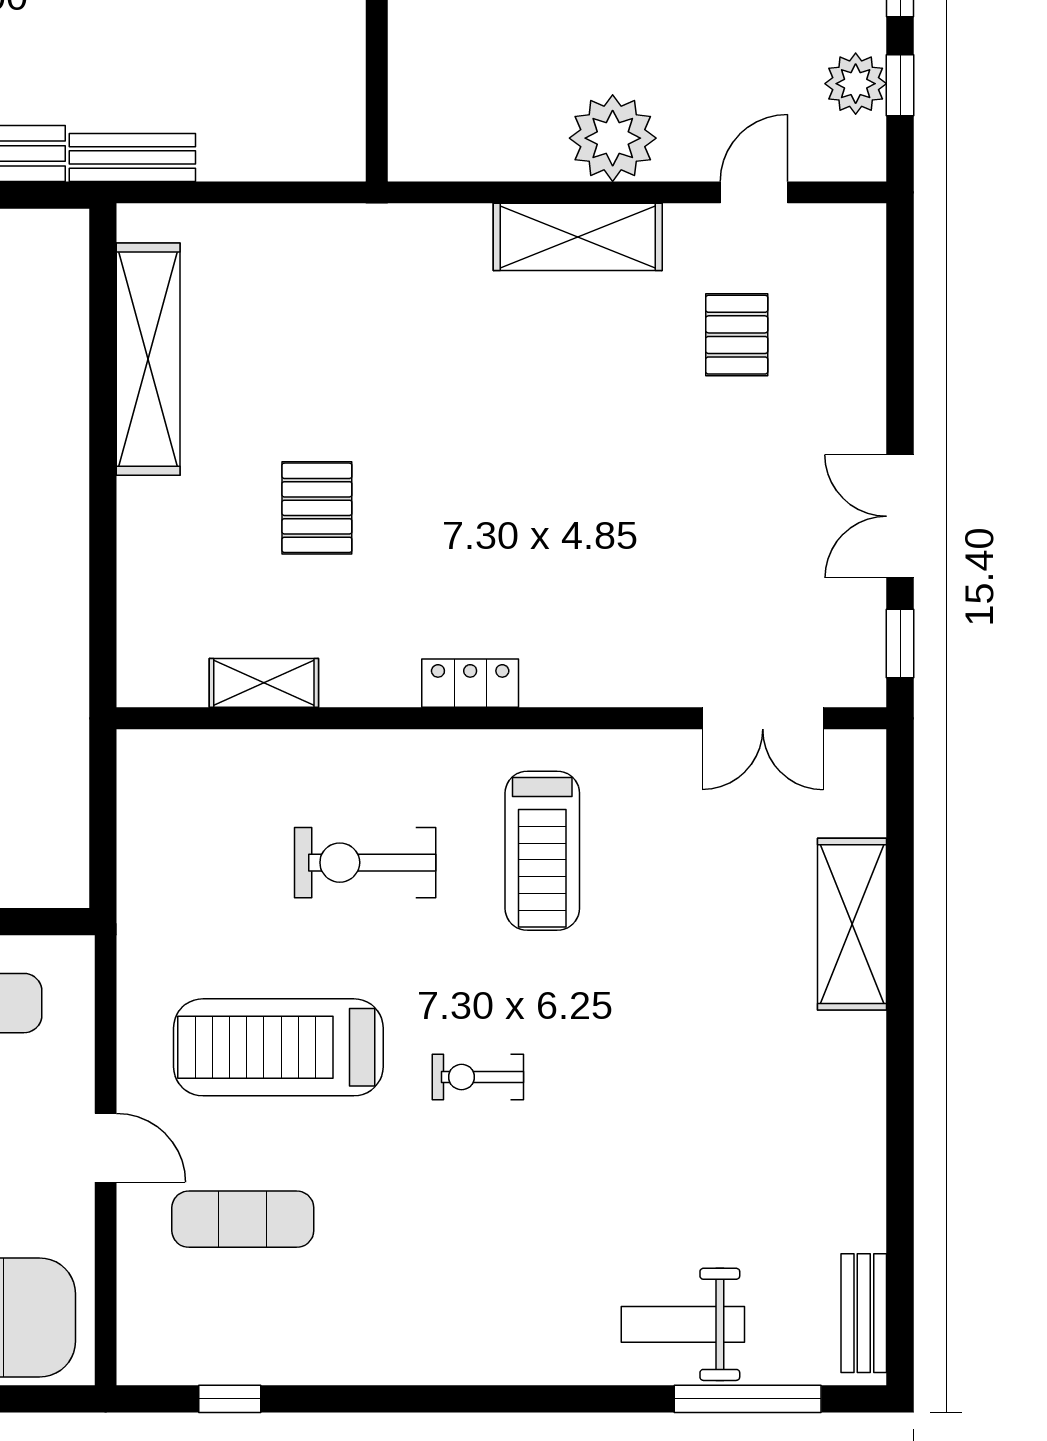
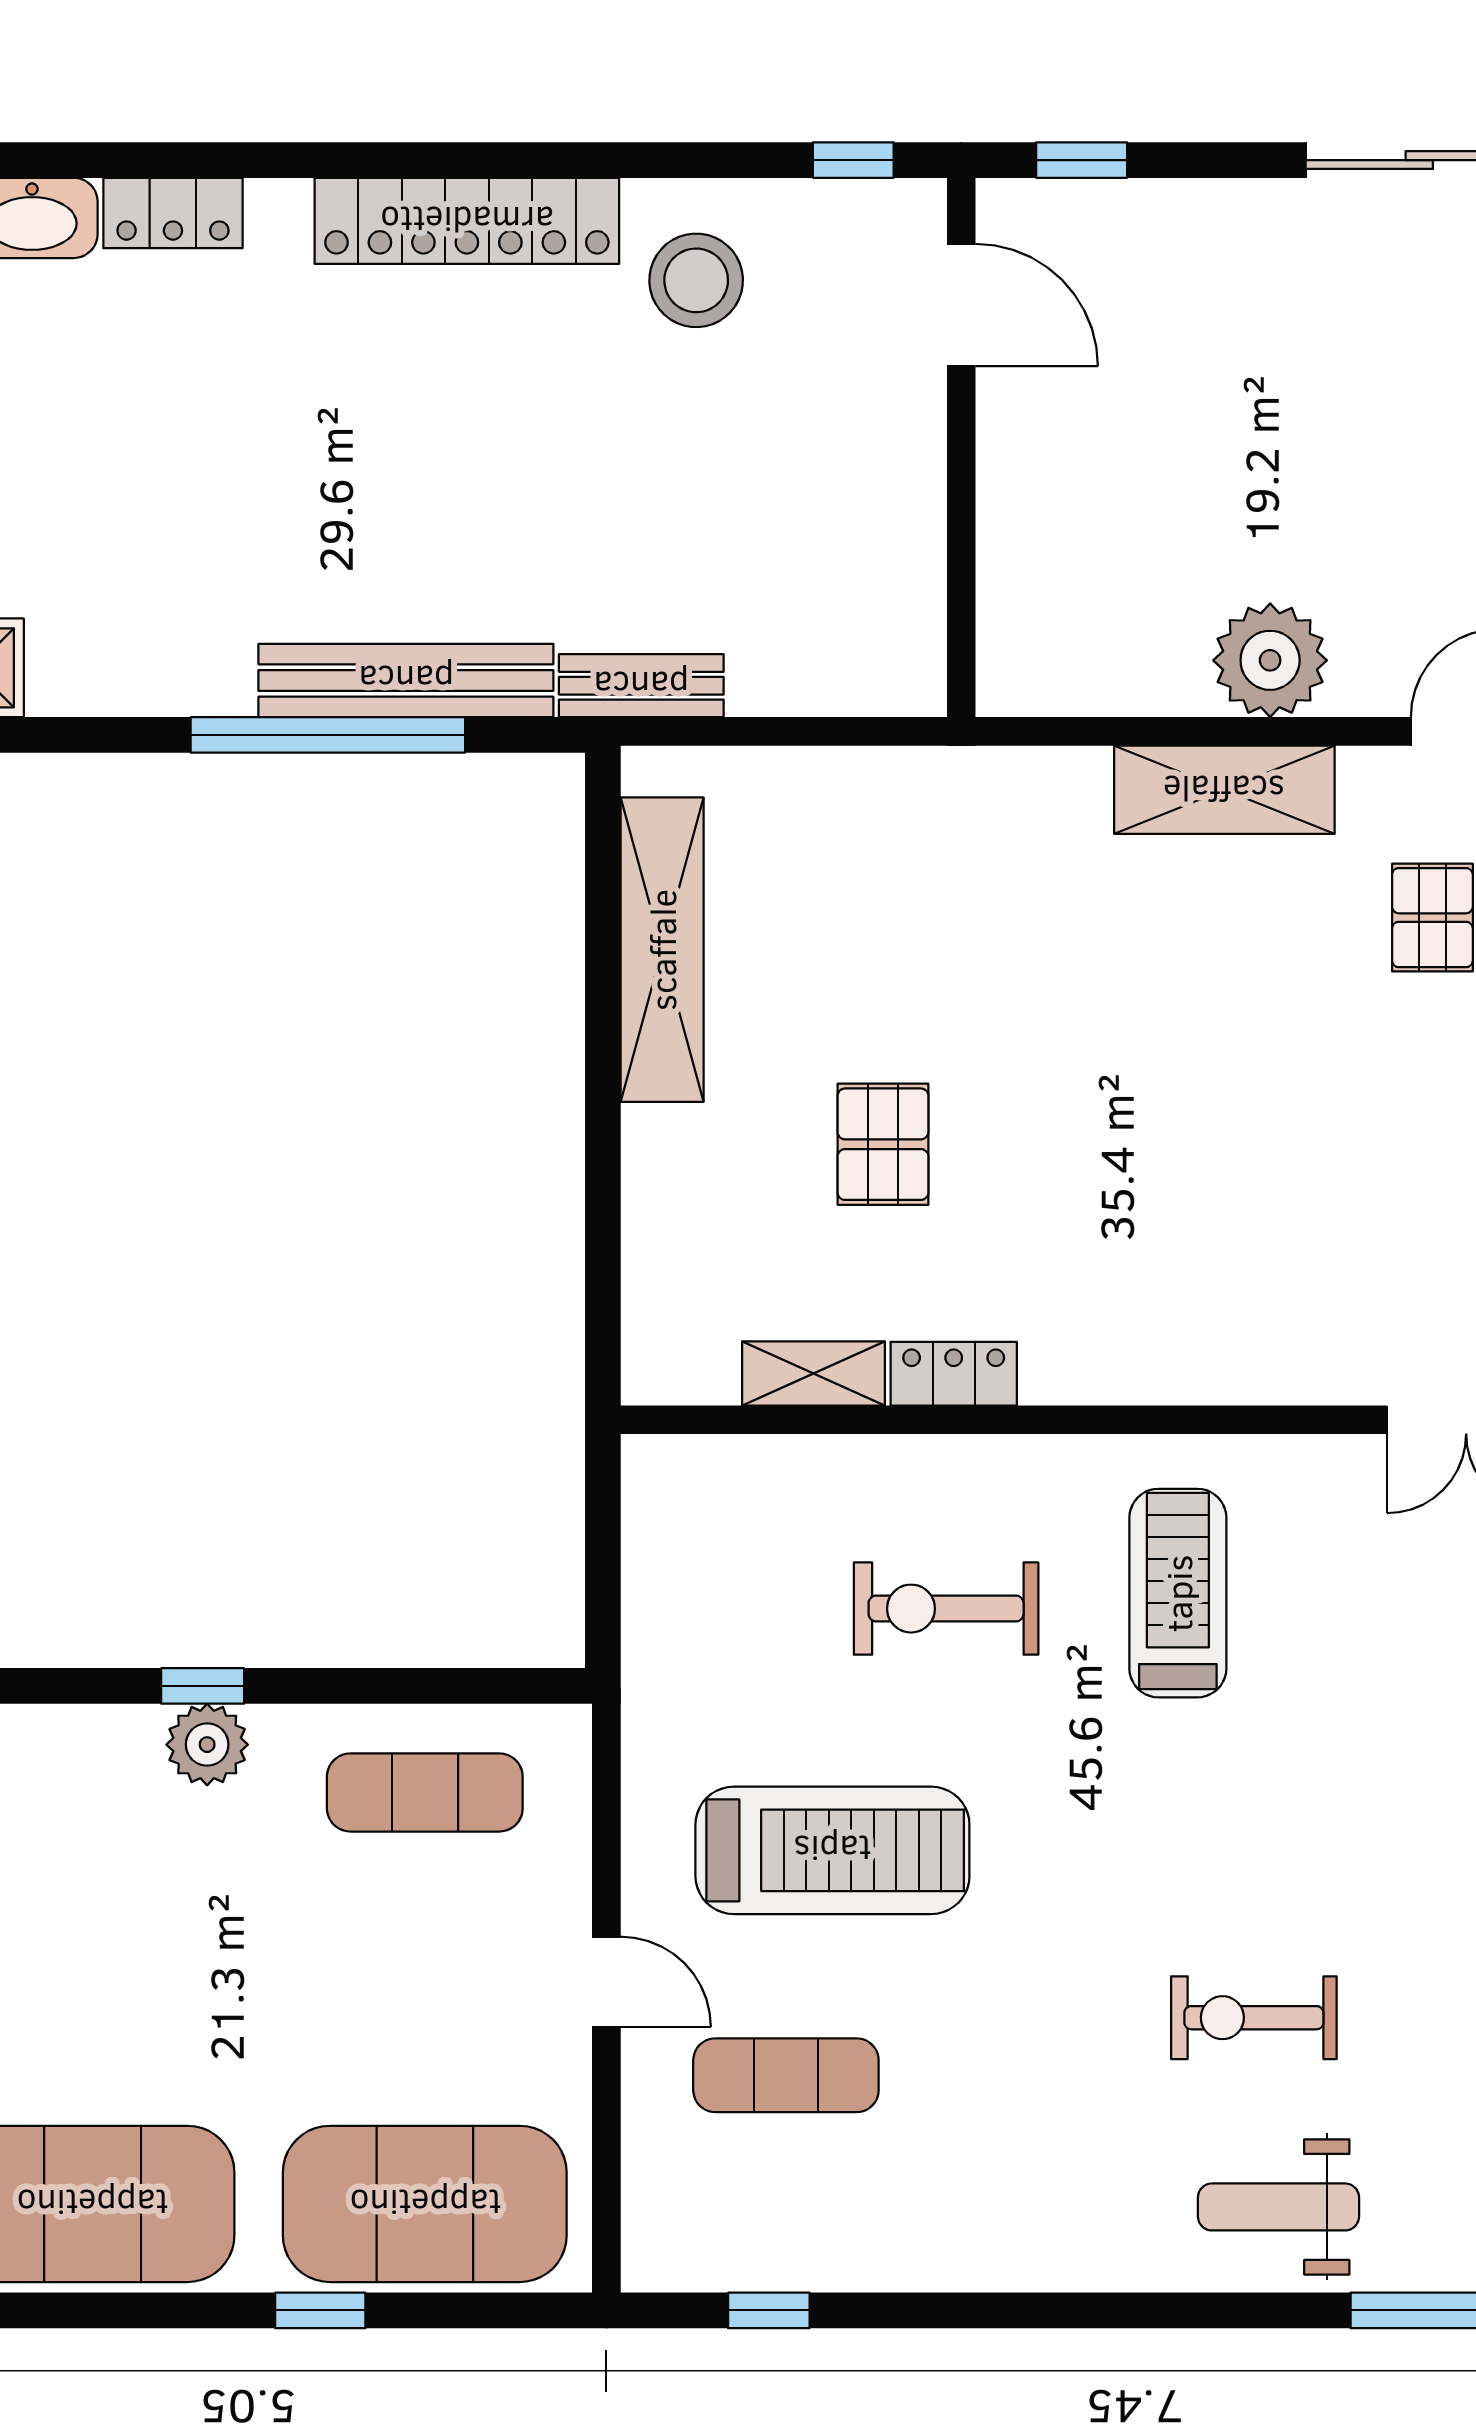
locker: (470, 683) -> (954, 1374), moved
treadmill: (542, 851) -> (1178, 1593), turned 180
treadmill: (278, 1047) -> (832, 1850), turned 180
exercise bike: (478, 1077) -> (1254, 2018), moved, width x1.38, depth x1.39
weight bench: (683, 1324) -> (1278, 2207), moved

